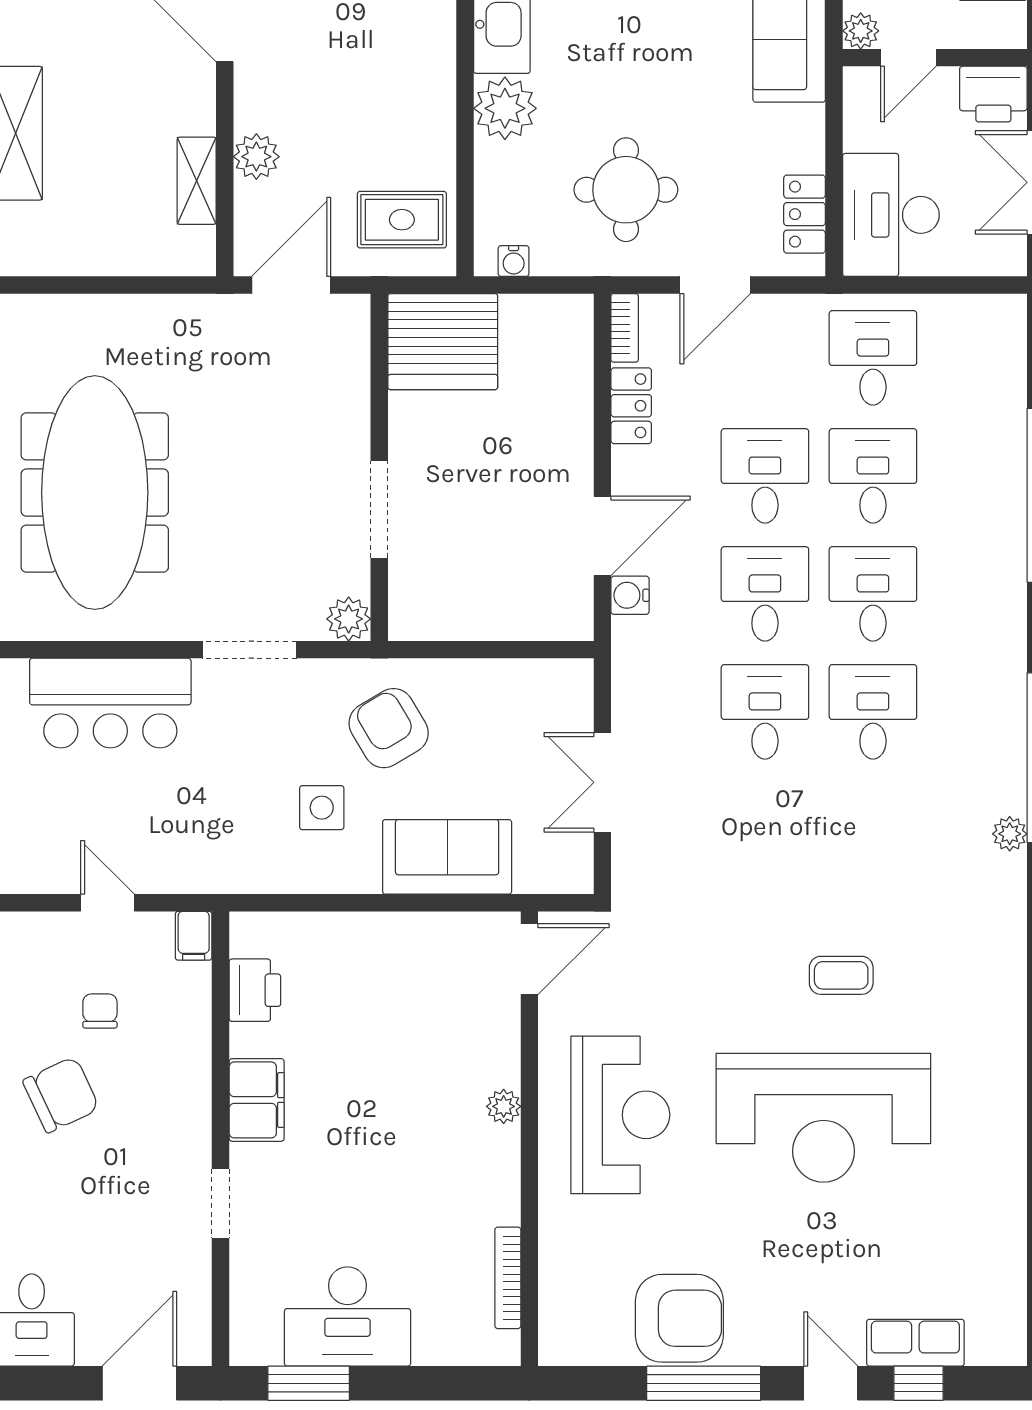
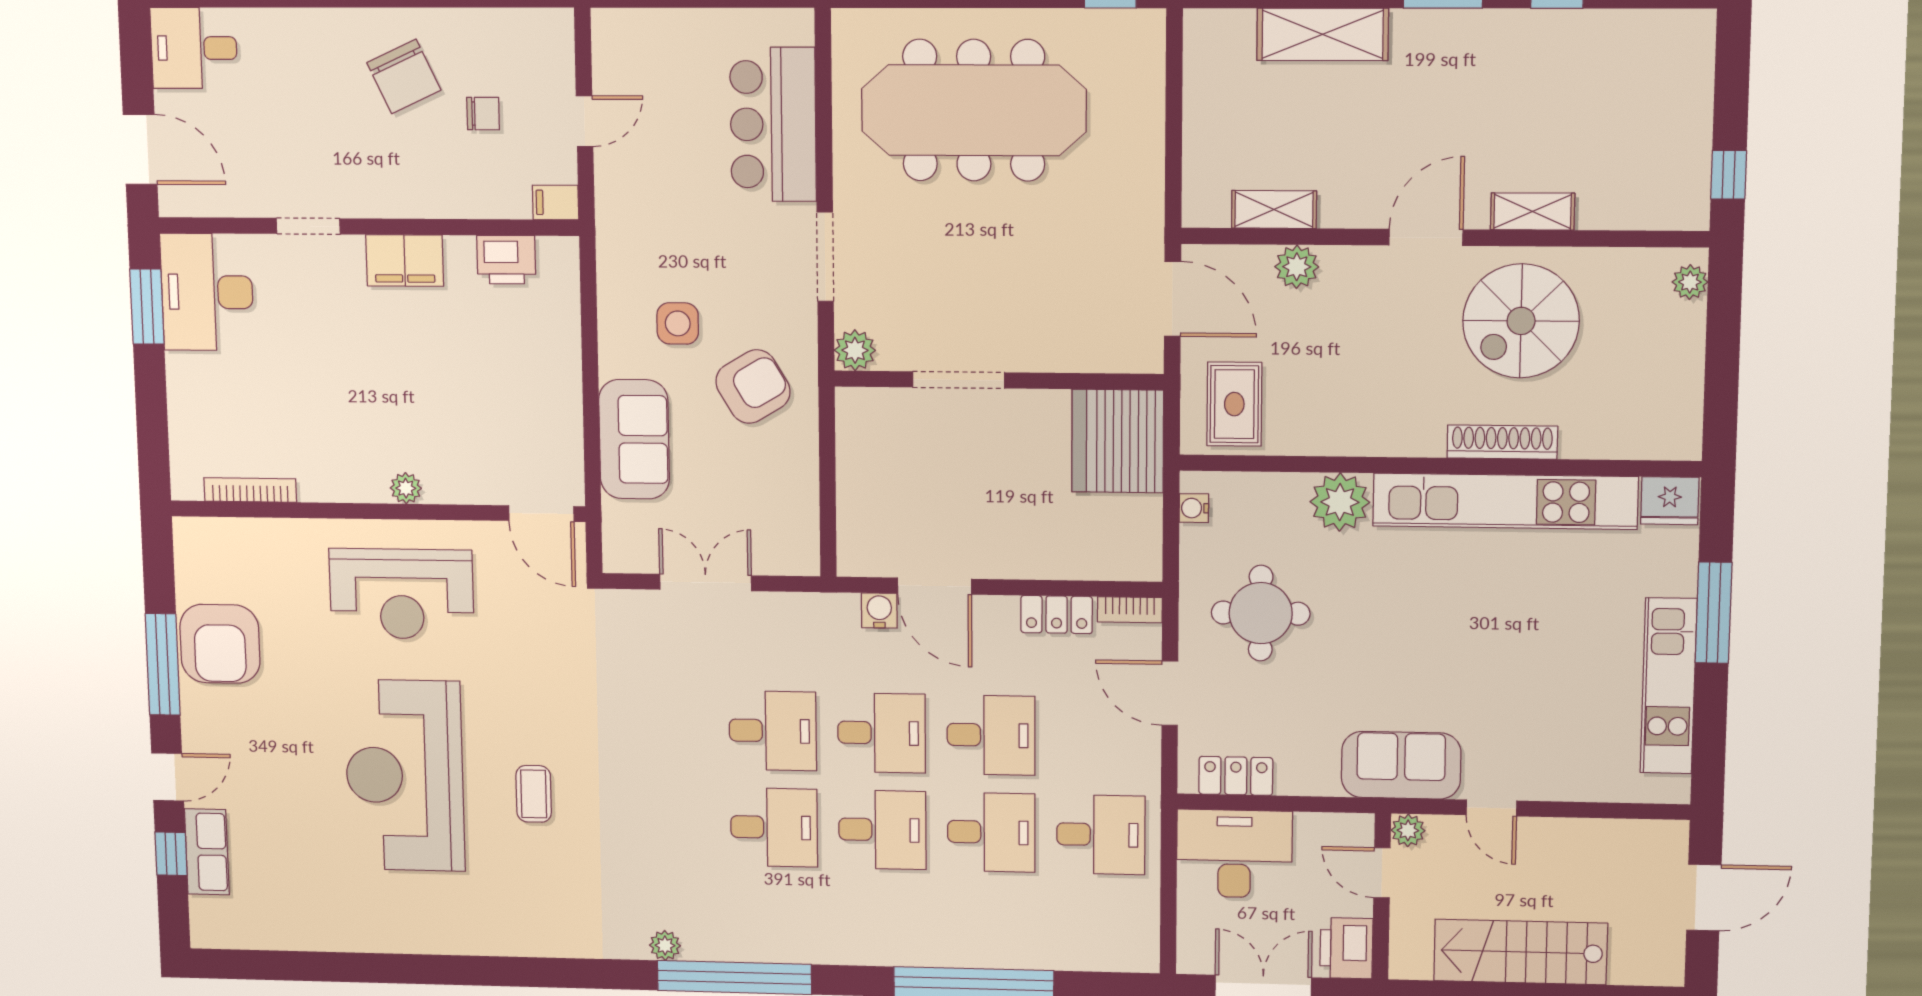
desk: (348, 1316) -> (207, 292), moved

